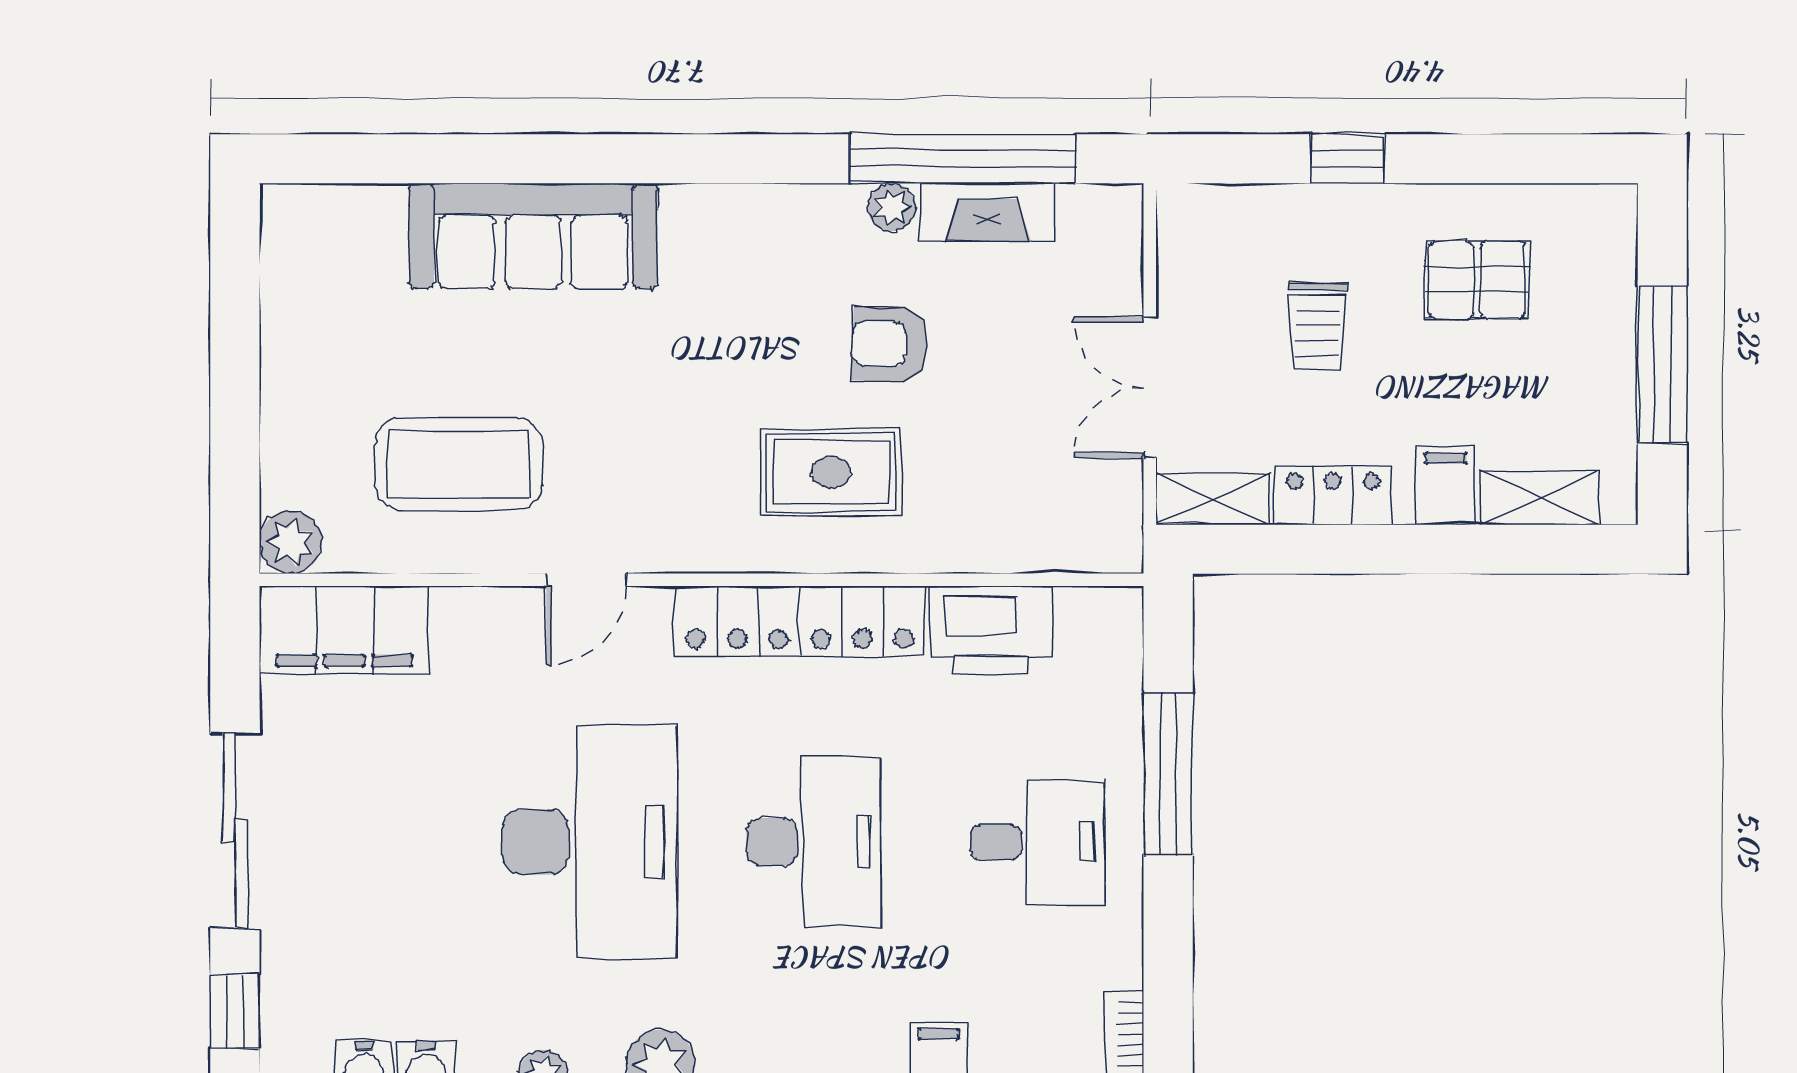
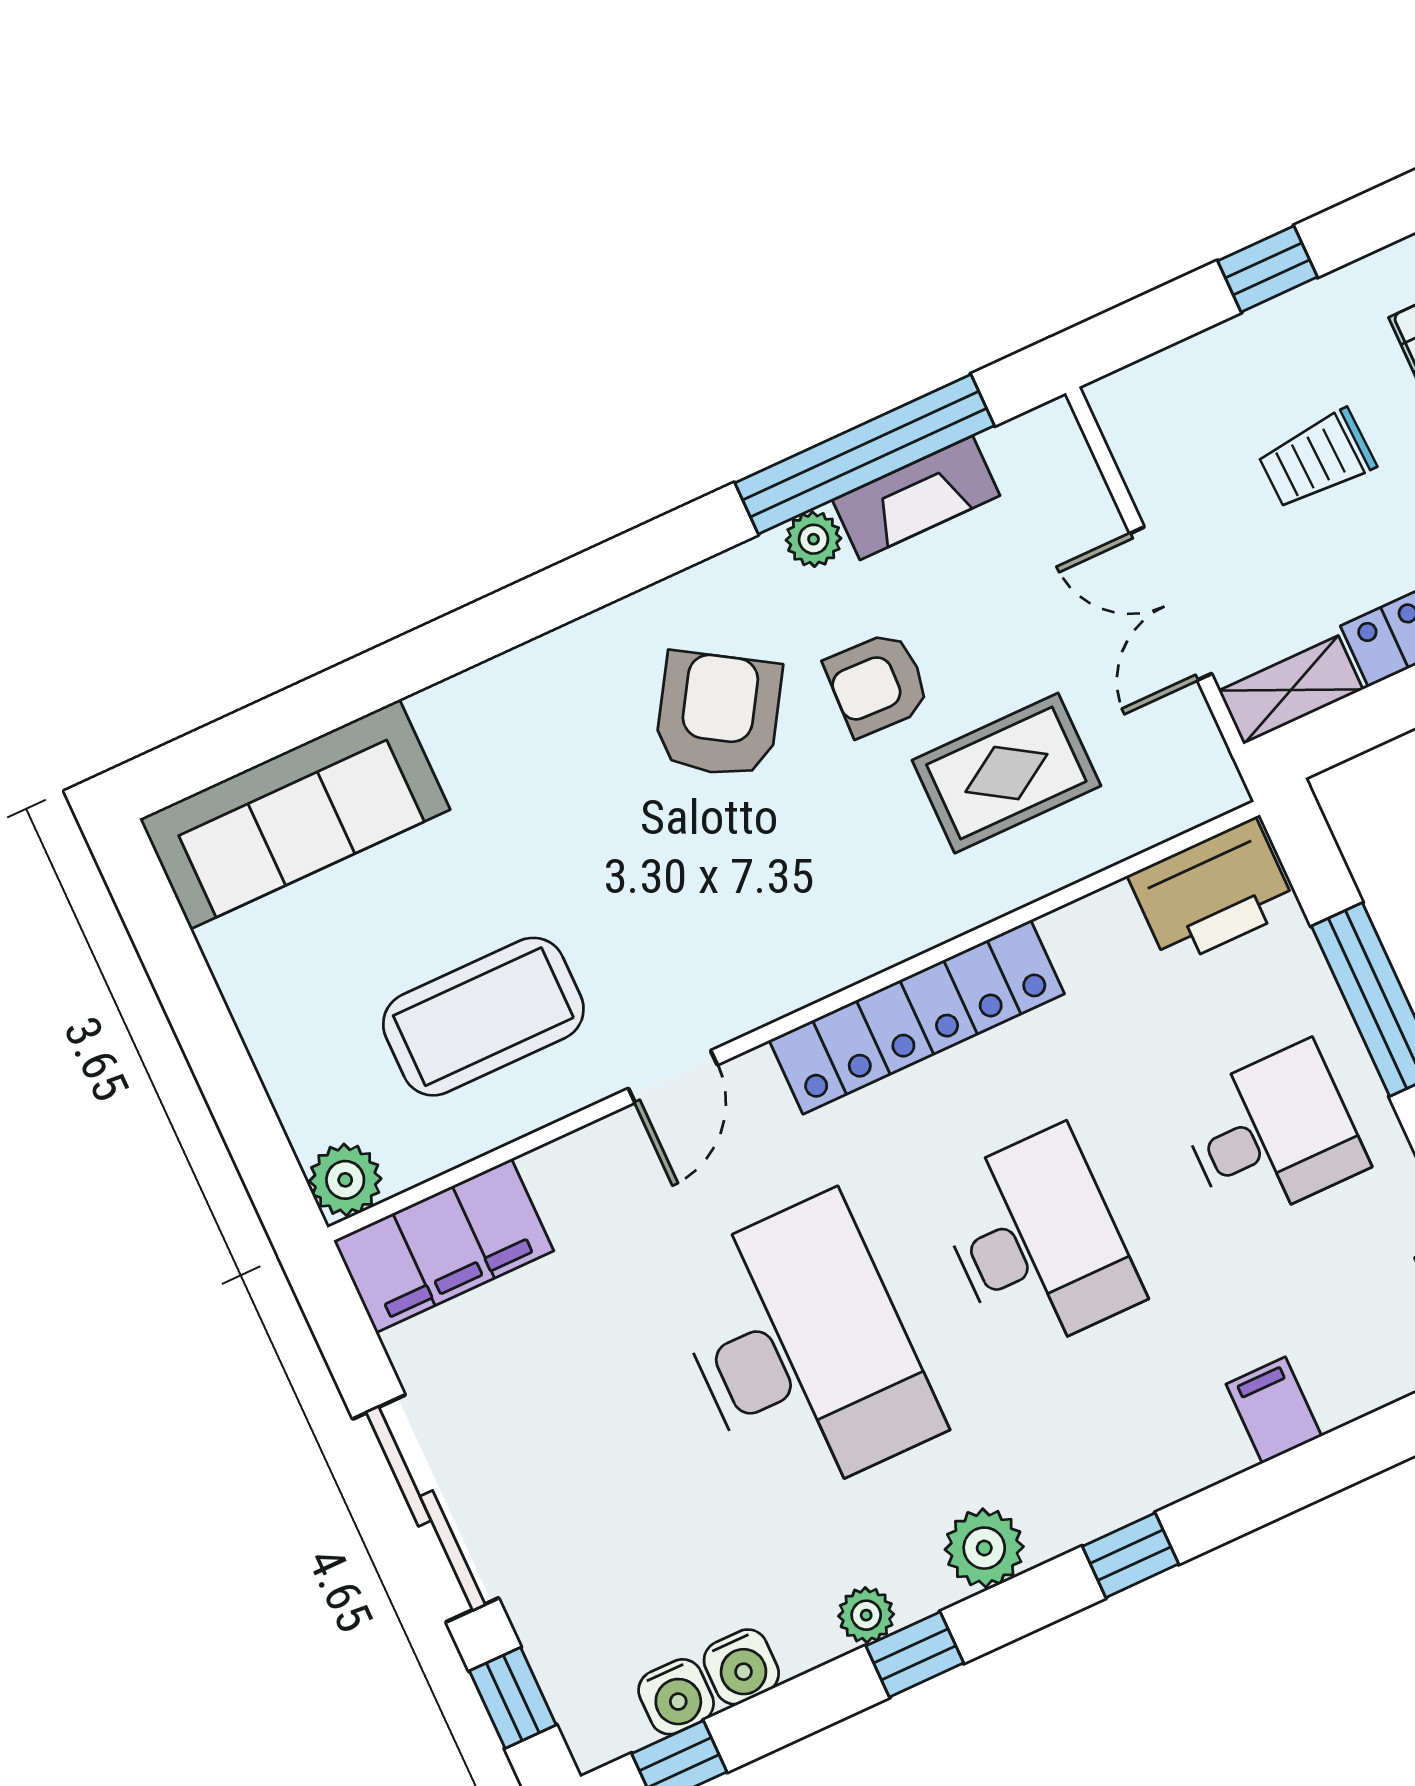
sofa: (533, 236) -> (295, 814), moved
armchair: (753, 311) -> (718, 715), added
trolley: (1317, 327) -> (1317, 459), turned 87
rug: (831, 472) -> (1006, 773), moved
printer: (991, 630) -> (1212, 892), moved

